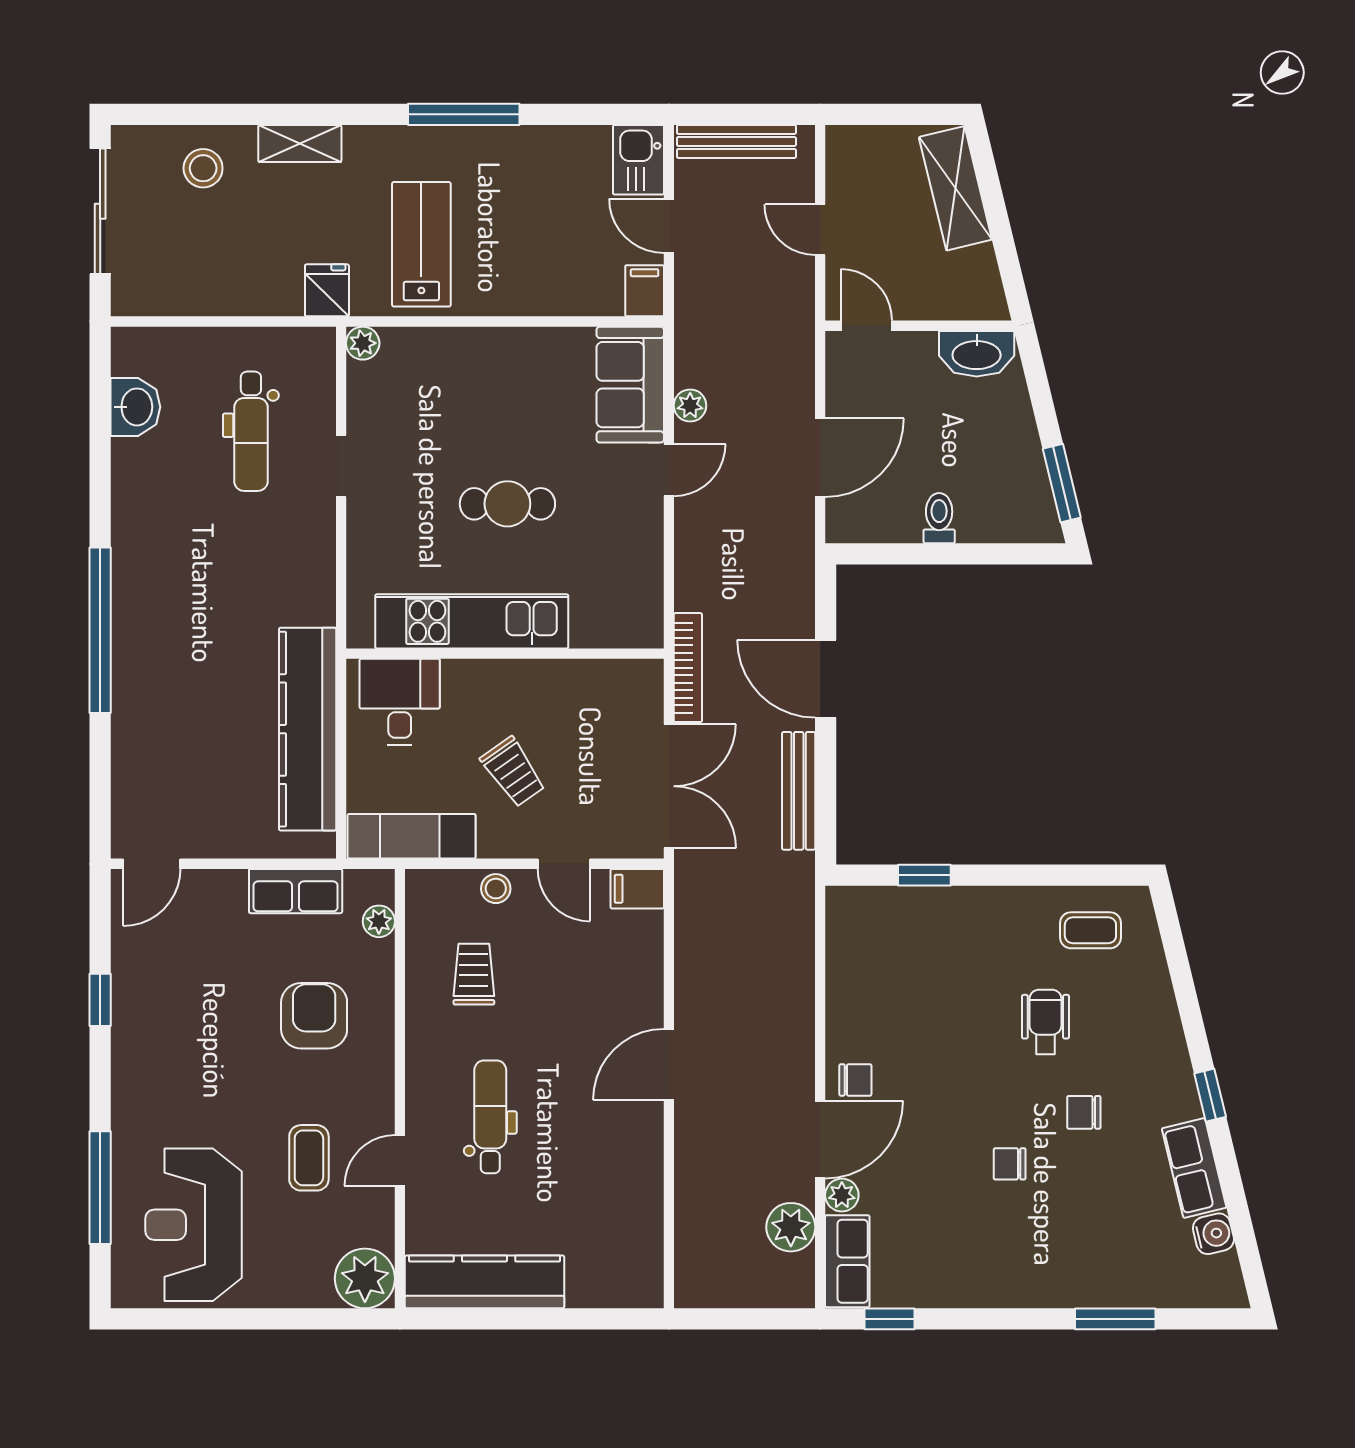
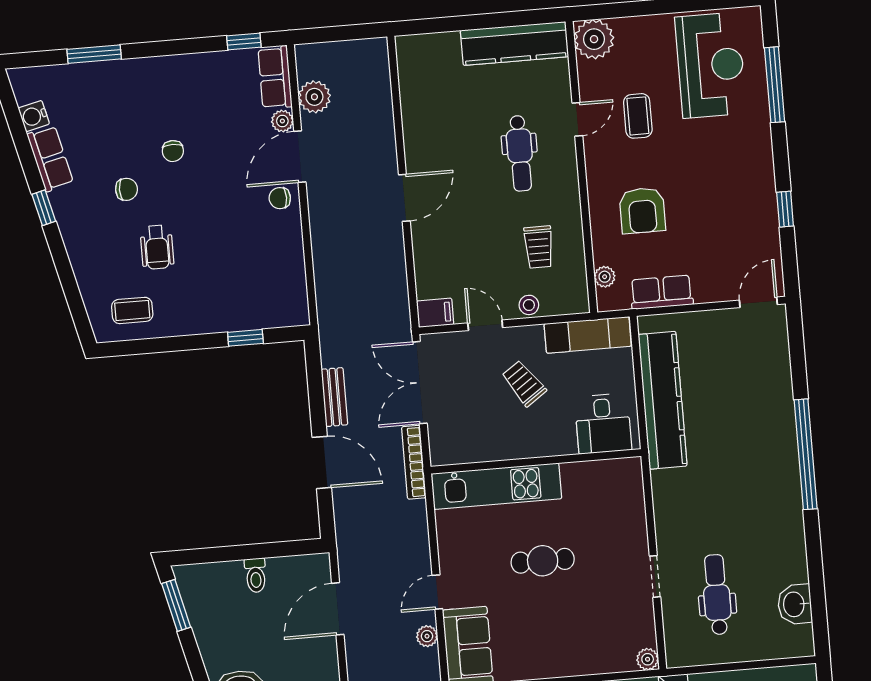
kitchen unit: (472, 621) -> (496, 486), moved
bench: (799, 791) -> (334, 397), width x0.73
chair: (1010, 1164) -> (173, 151), turned 90

